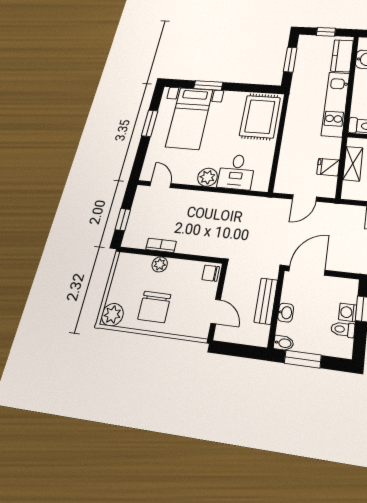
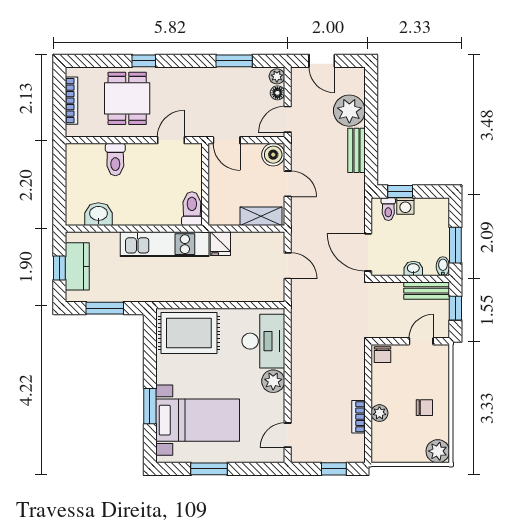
kitchen counter: (342, 56) -> (77, 266), moved, turned -90
shelving: (353, 164) -> (261, 216), moved
fridge: (328, 167) -> (220, 244), moved
desk: (236, 172) -> (263, 341), width x1.37
bench: (266, 301) -> (427, 291), moved
chair: (154, 307) -> (424, 408), width x0.54, depth x0.54
toilet: (343, 329) -> (388, 209), moved
window: (241, 350) -> (455, 308), added

